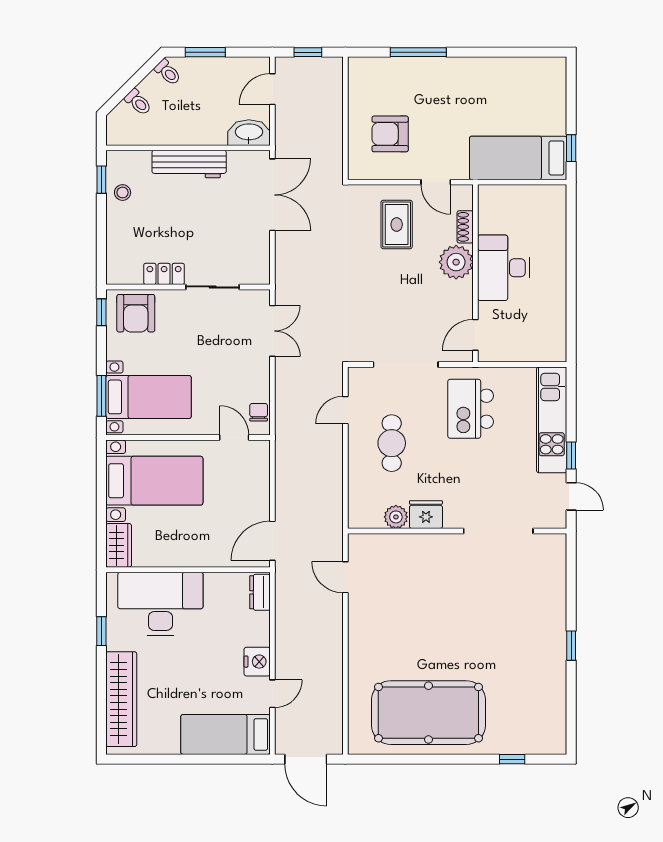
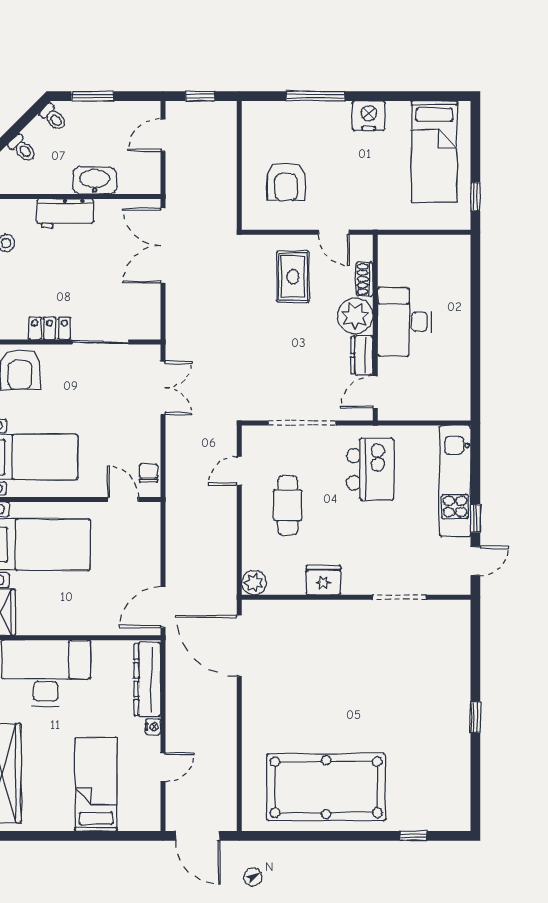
nightstand: (469, 71) -> (369, 116), added
washbasin: (249, 133) -> (95, 180), moved
armchair: (390, 134) -> (286, 182), turned -90
bed: (518, 158) -> (434, 152), moved, turned -90
workbench: (189, 164) -> (65, 213), width x0.73
double door: (272, 195) -> (163, 245), swing flipped
dresser: (463, 300) -> (362, 355), added
kitchen island: (471, 409) -> (370, 469), turned 180
door: (571, 496) -> (475, 561), hinge flipped
plant: (396, 517) -> (254, 583), moved
doorway: (498, 531) -> (399, 597), width x0.73
door: (345, 577) -> (239, 646), width x1.87
dresser: (260, 592) -> (147, 680), width x1.96, depth x1.24
nightstand: (257, 662) -> (153, 727), width x0.53, depth x0.56
bed: (225, 734) -> (96, 784), moved, turned 90

